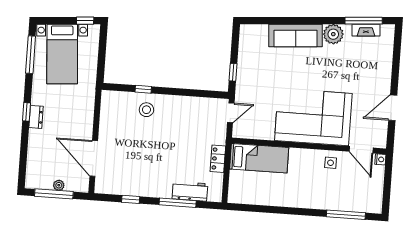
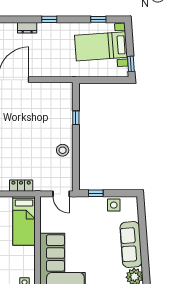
side table: (248, 52) -> (114, 205), added
window: (31, 55) -> (98, 19), width x0.46
stool: (146, 110) -> (63, 150), moved
dresser: (36, 117) -> (27, 28), moved

